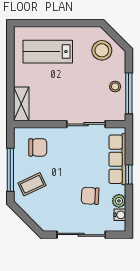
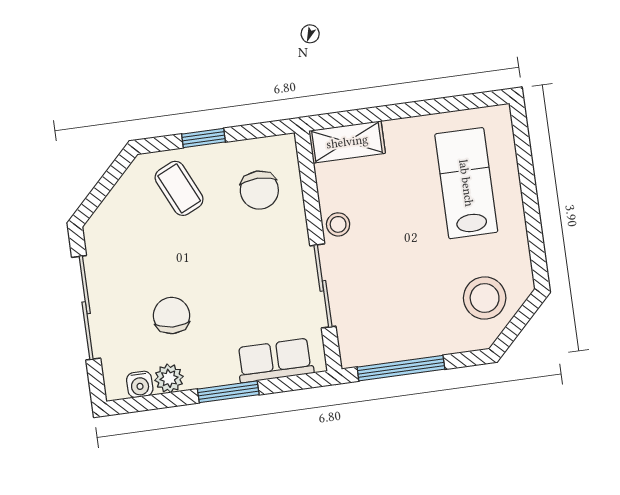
stool: (115, 86) -> (338, 224), moved
row of seats: (117, 159) -> (275, 360), width x0.68
window: (10, 170) -> (203, 138), width x0.46
window: (129, 174) -> (228, 392), width x1.50

